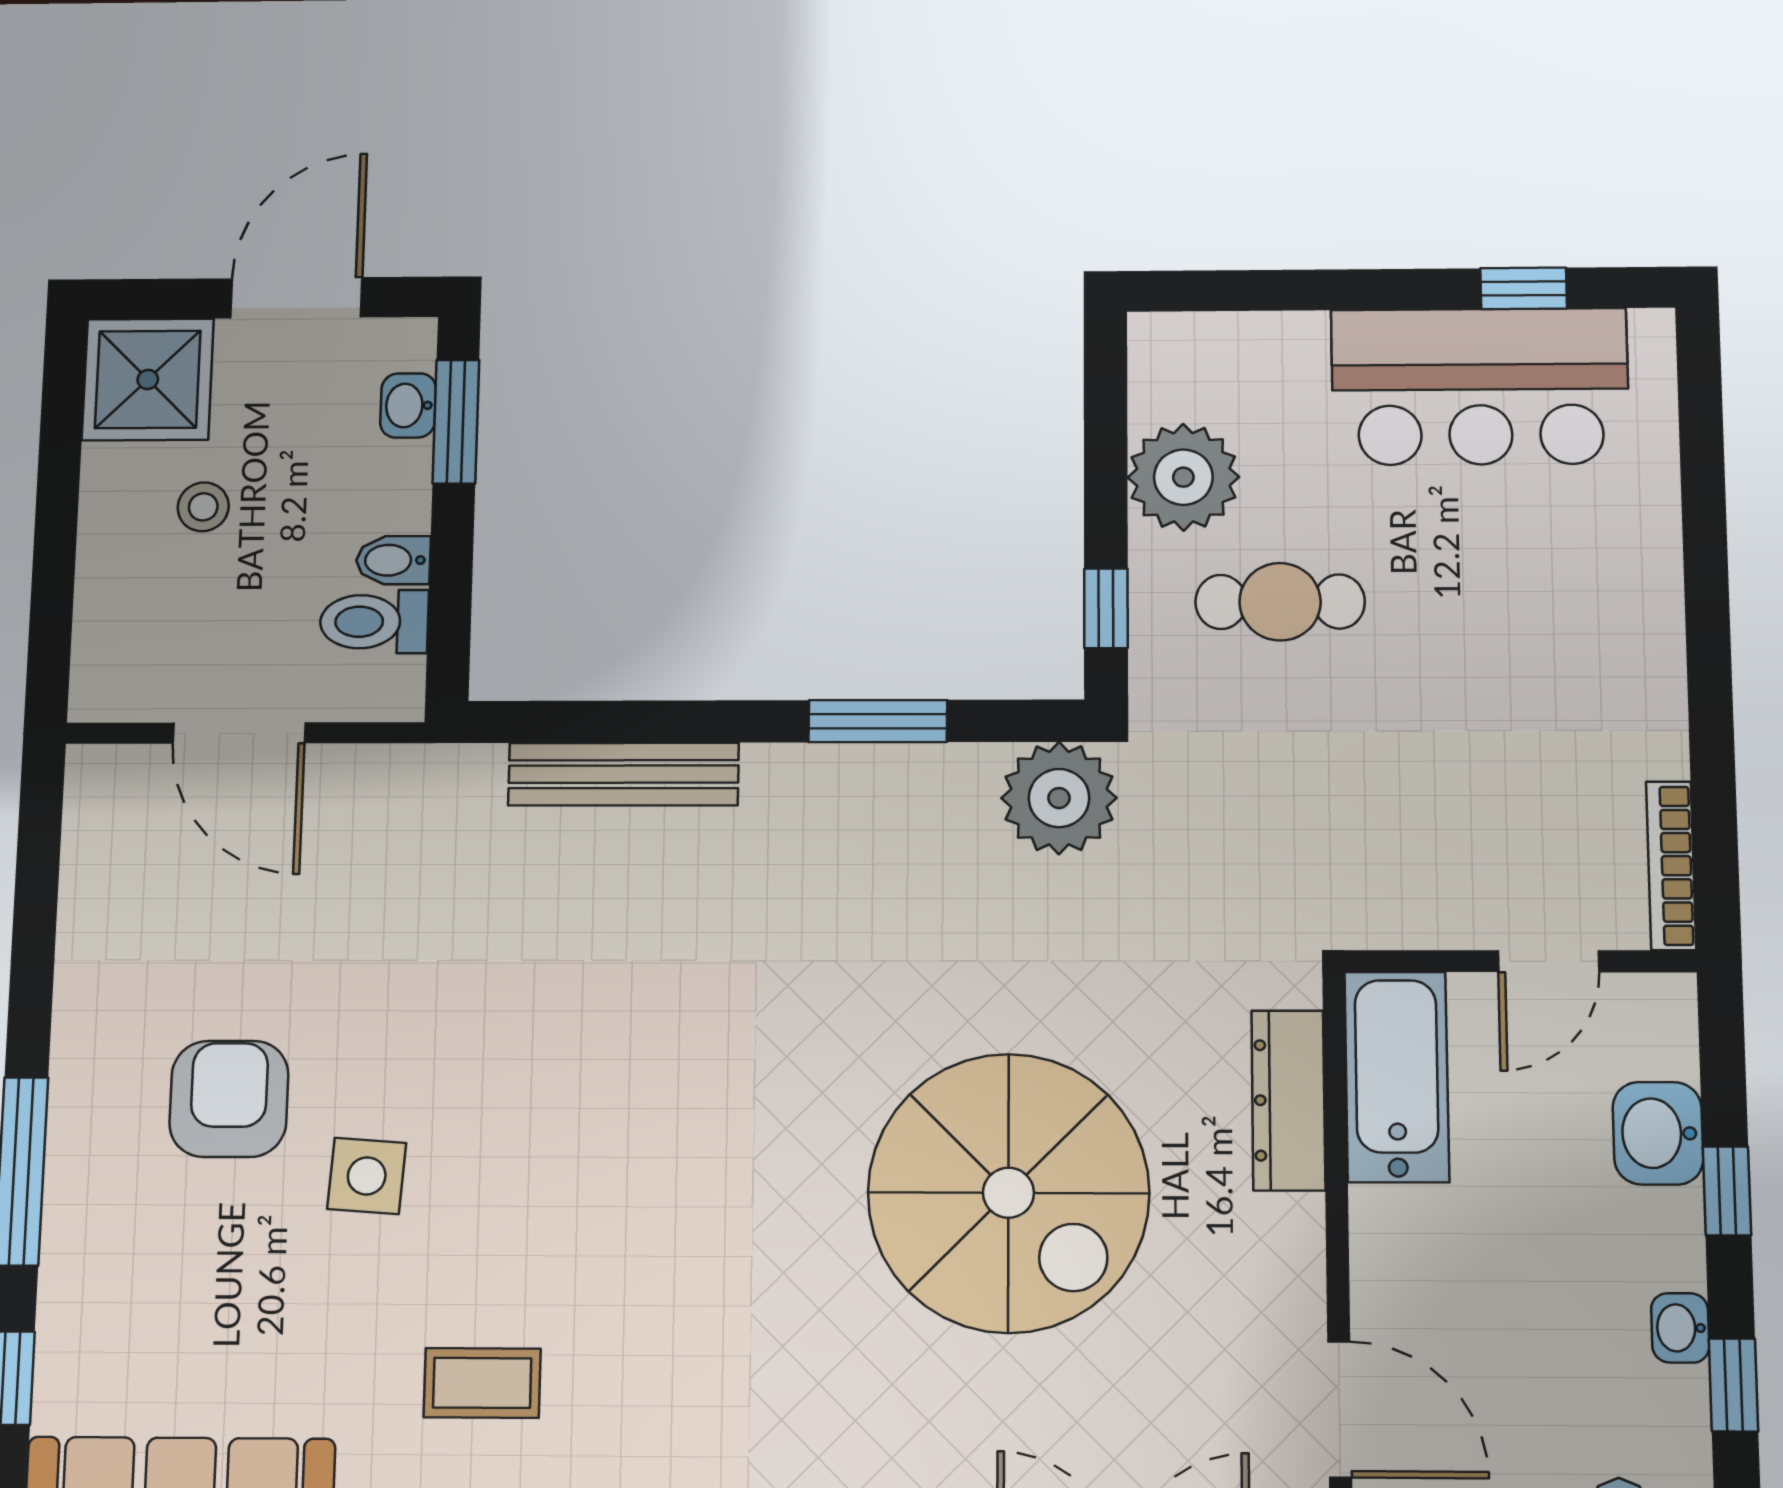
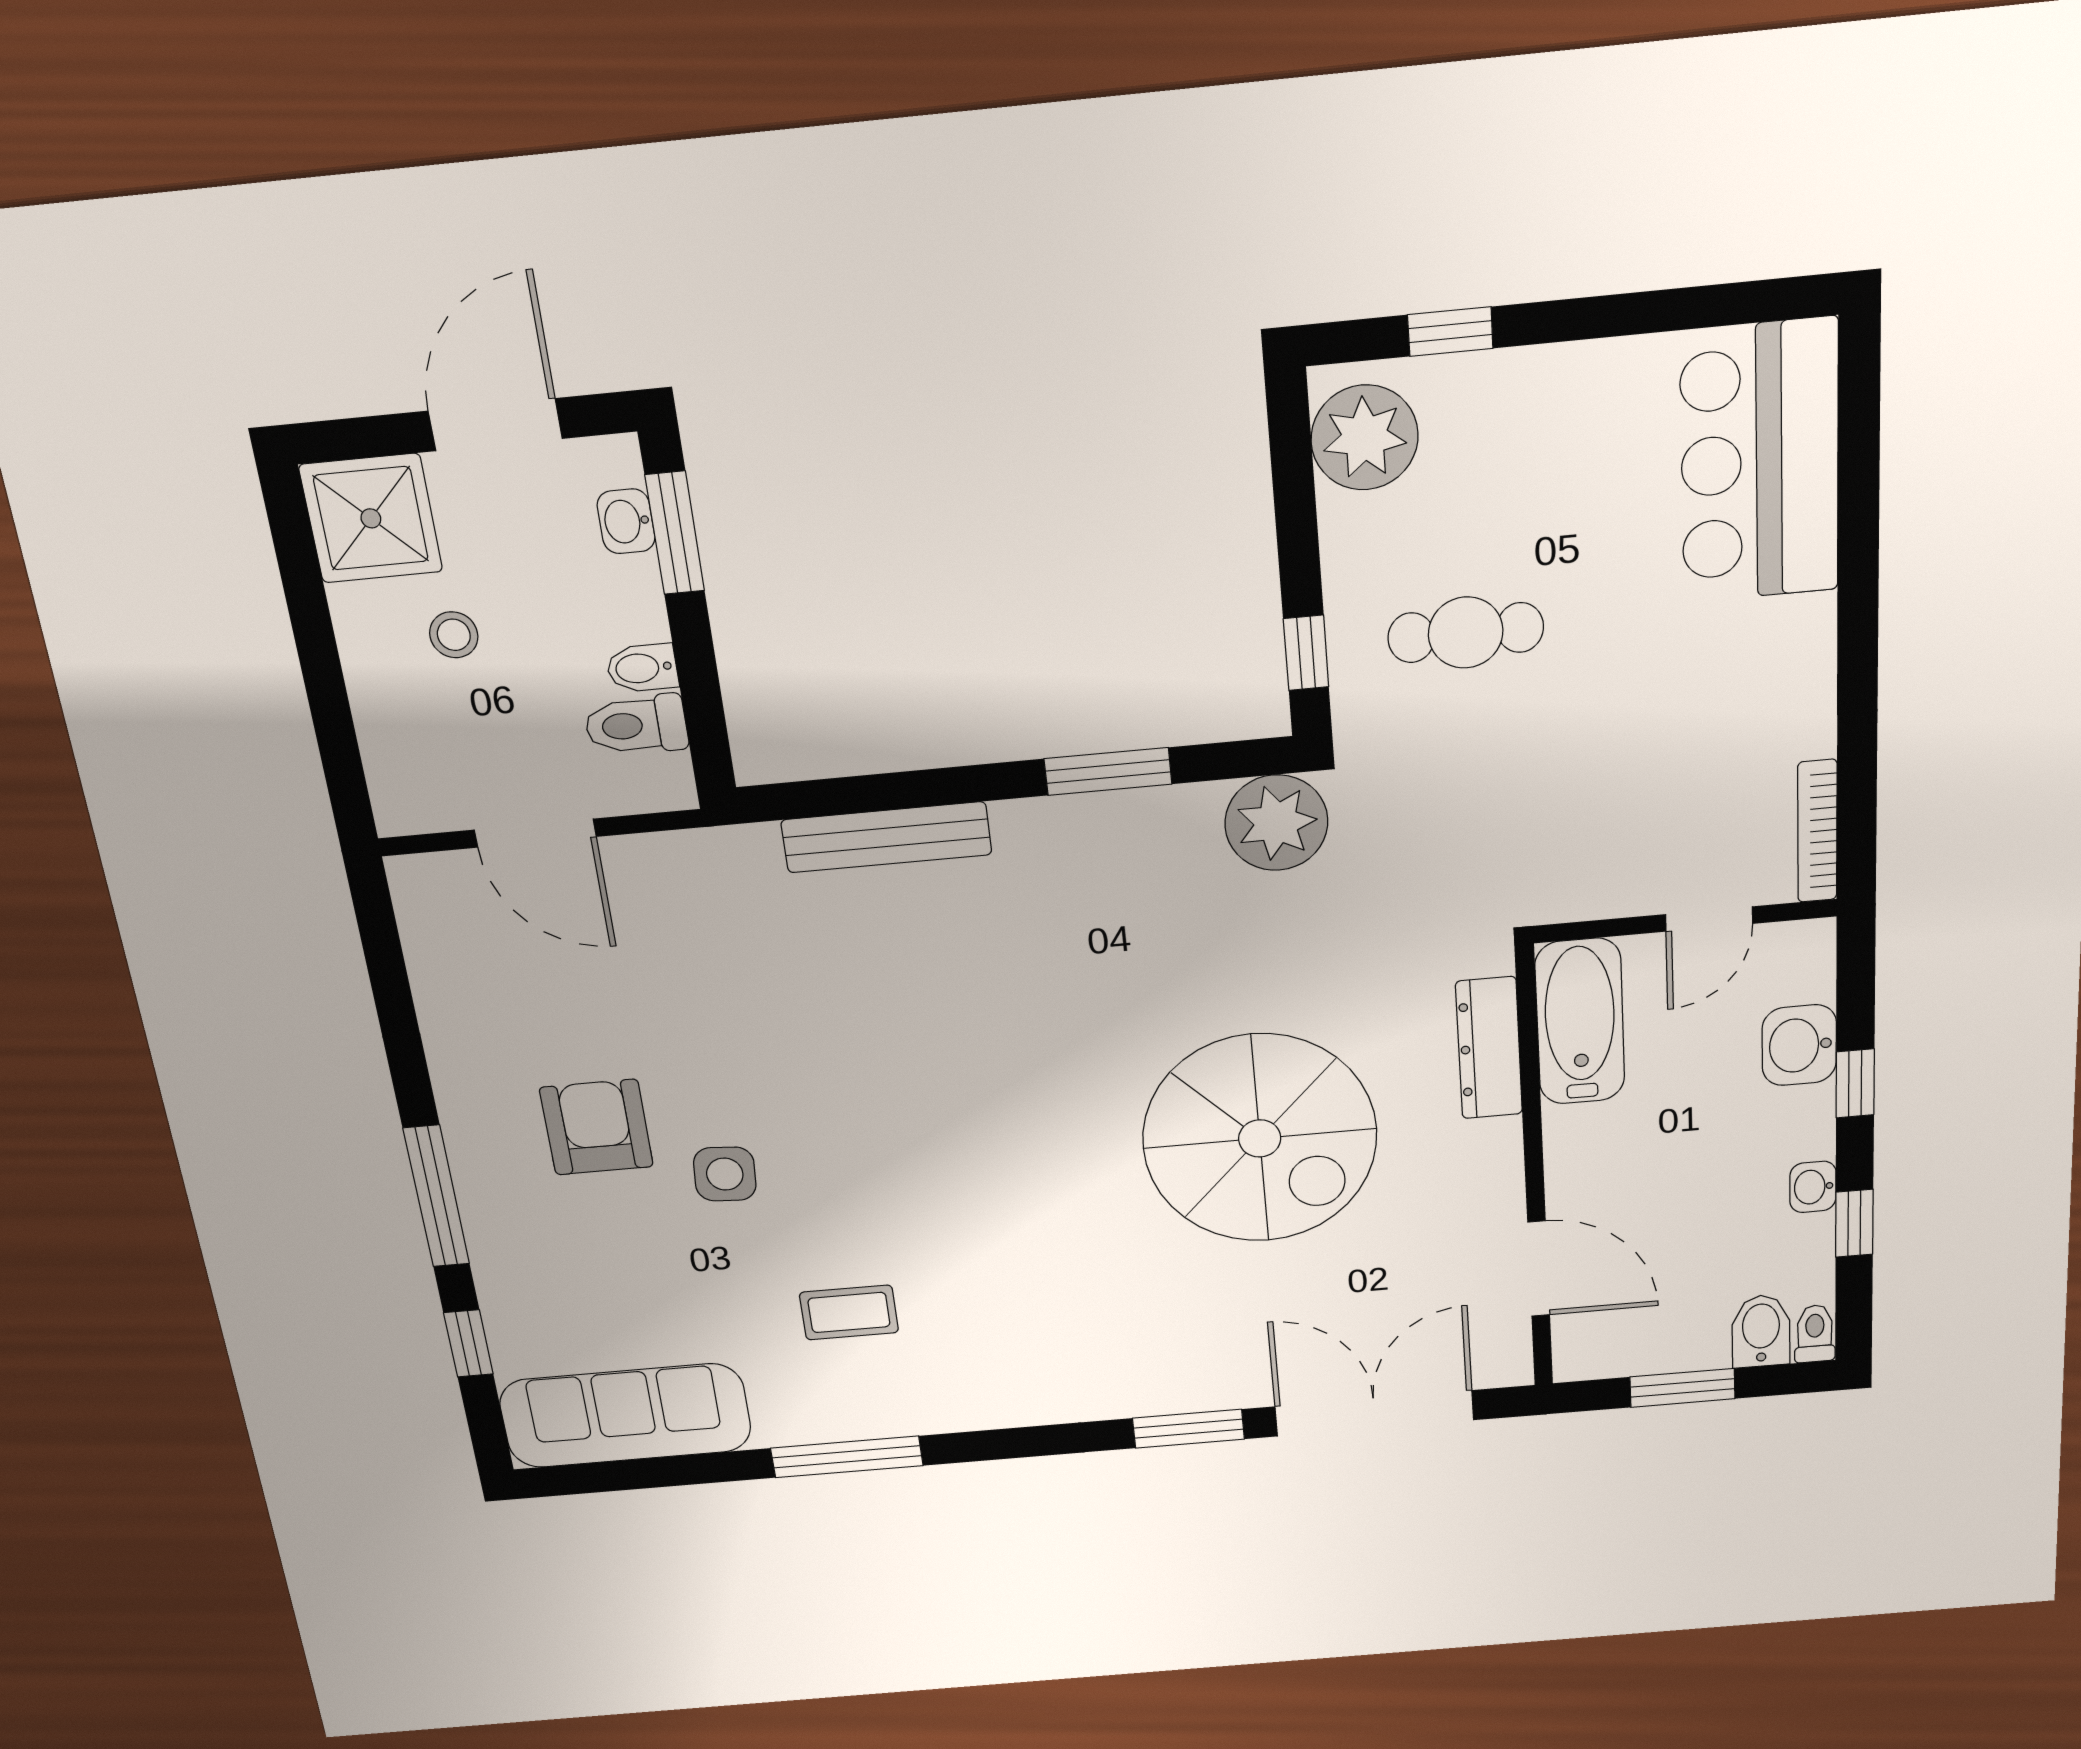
window: (1524, 288) -> (1450, 332), moved
bar counter: (1480, 386) -> (1760, 462), moved, turned 90
plant: (1183, 477) -> (1365, 438), moved

